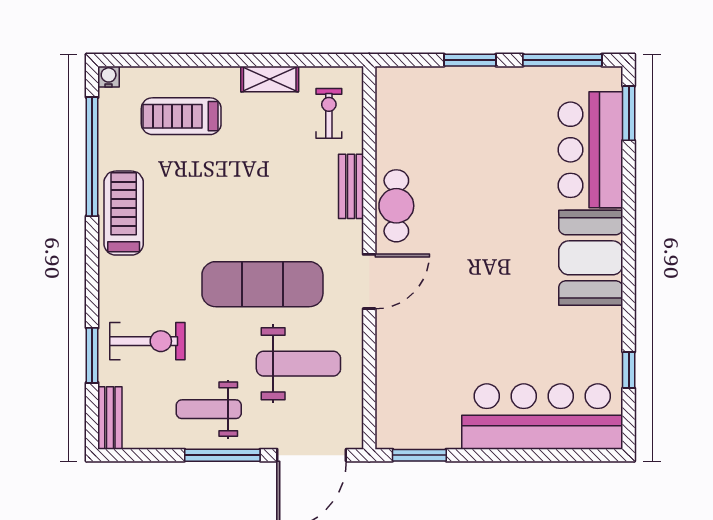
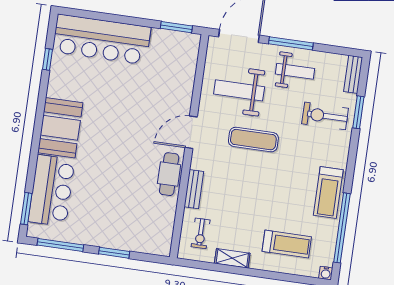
exercise mat: (262, 284) -> (253, 140), width x0.73, depth x0.69

